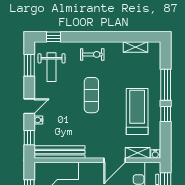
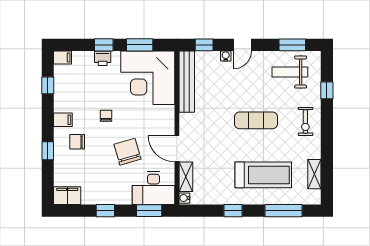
window: (54, 37) -> (327, 90), moved
window: (166, 85) -> (284, 211), moved
door: (29, 106) -> (242, 45), hinge flipped
treadmill: (137, 111) -> (263, 175), moved

